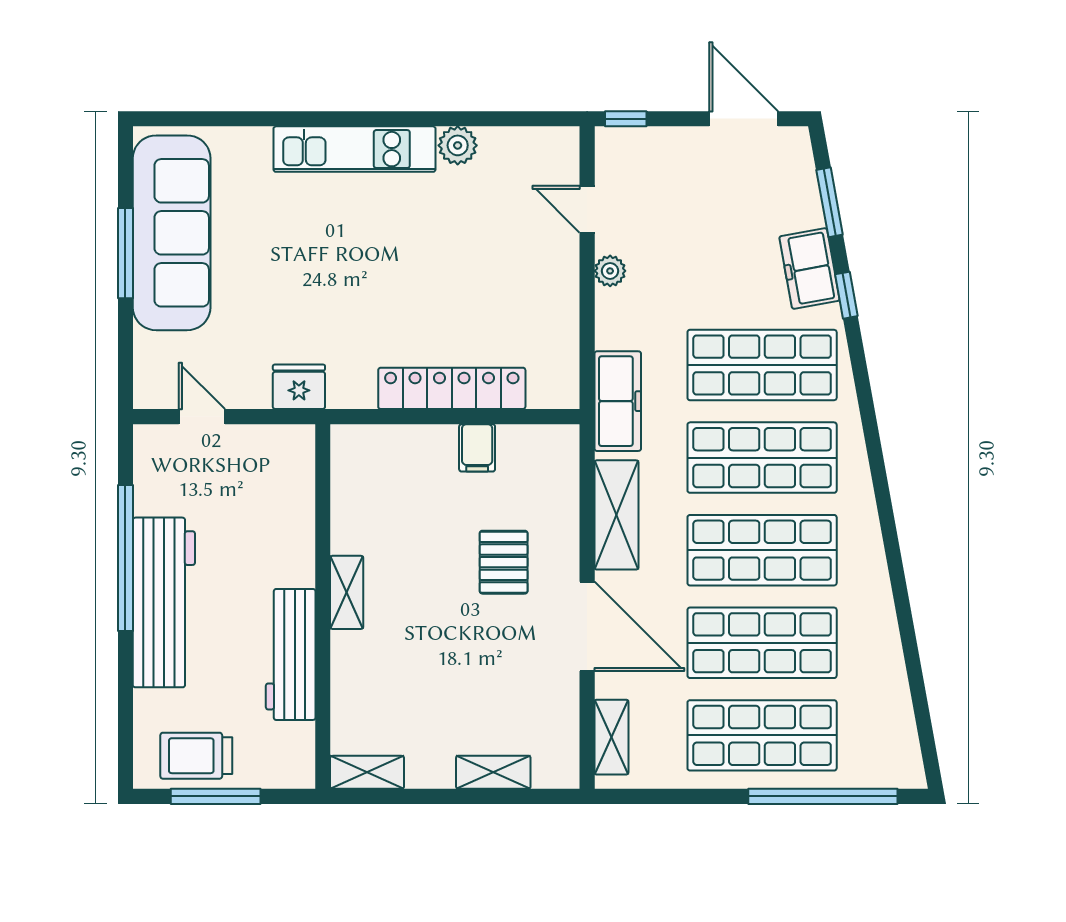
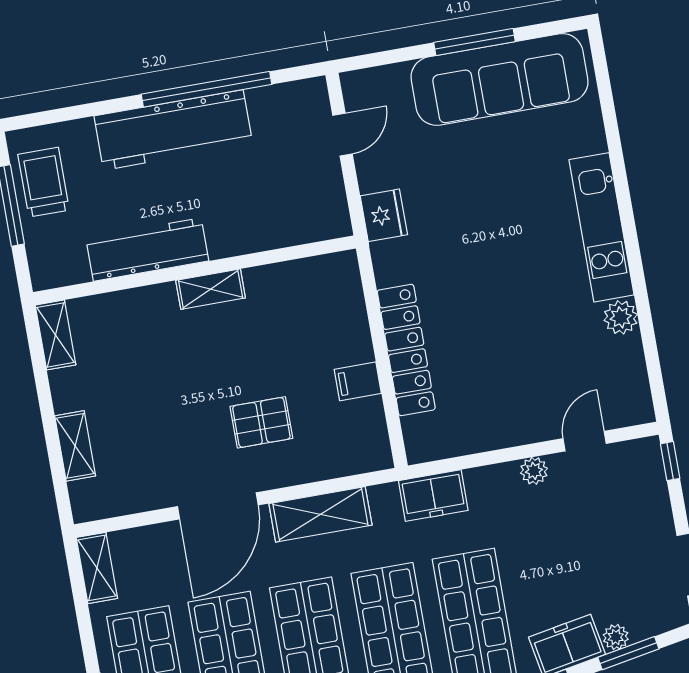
plant: (809, 213) -> (616, 637), added
freezer: (618, 401) -> (433, 496), width x0.71
shelving: (611, 737) -> (97, 568), moved, turned 90

